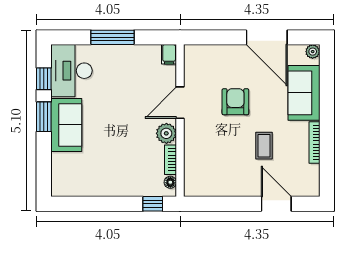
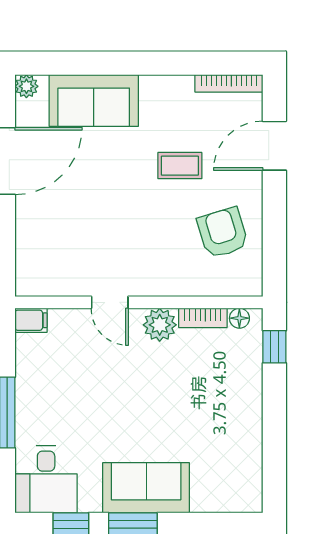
desk: (71, 71) -> (46, 479), width x0.73
armchair: (235, 102) -> (223, 233), moved, turned 73
door: (180, 103) -> (110, 302), width x0.73
bookcase: (314, 143) -> (229, 83), moved

